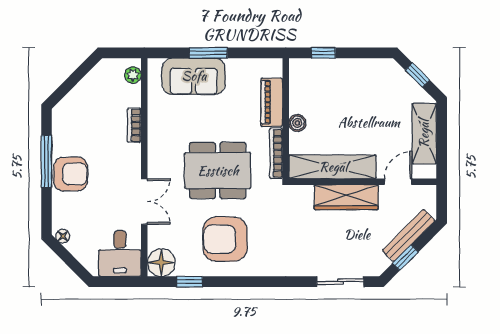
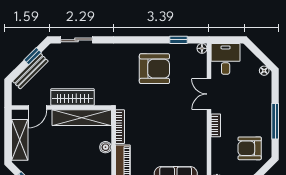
bookcase: (134, 125) -> (216, 125), moved
dining table: (218, 171) -> (159, 115), removed
armchair: (71, 174) -> (250, 148), moved
floor lamp: (161, 263) -> (202, 48), width x0.53, depth x0.53

